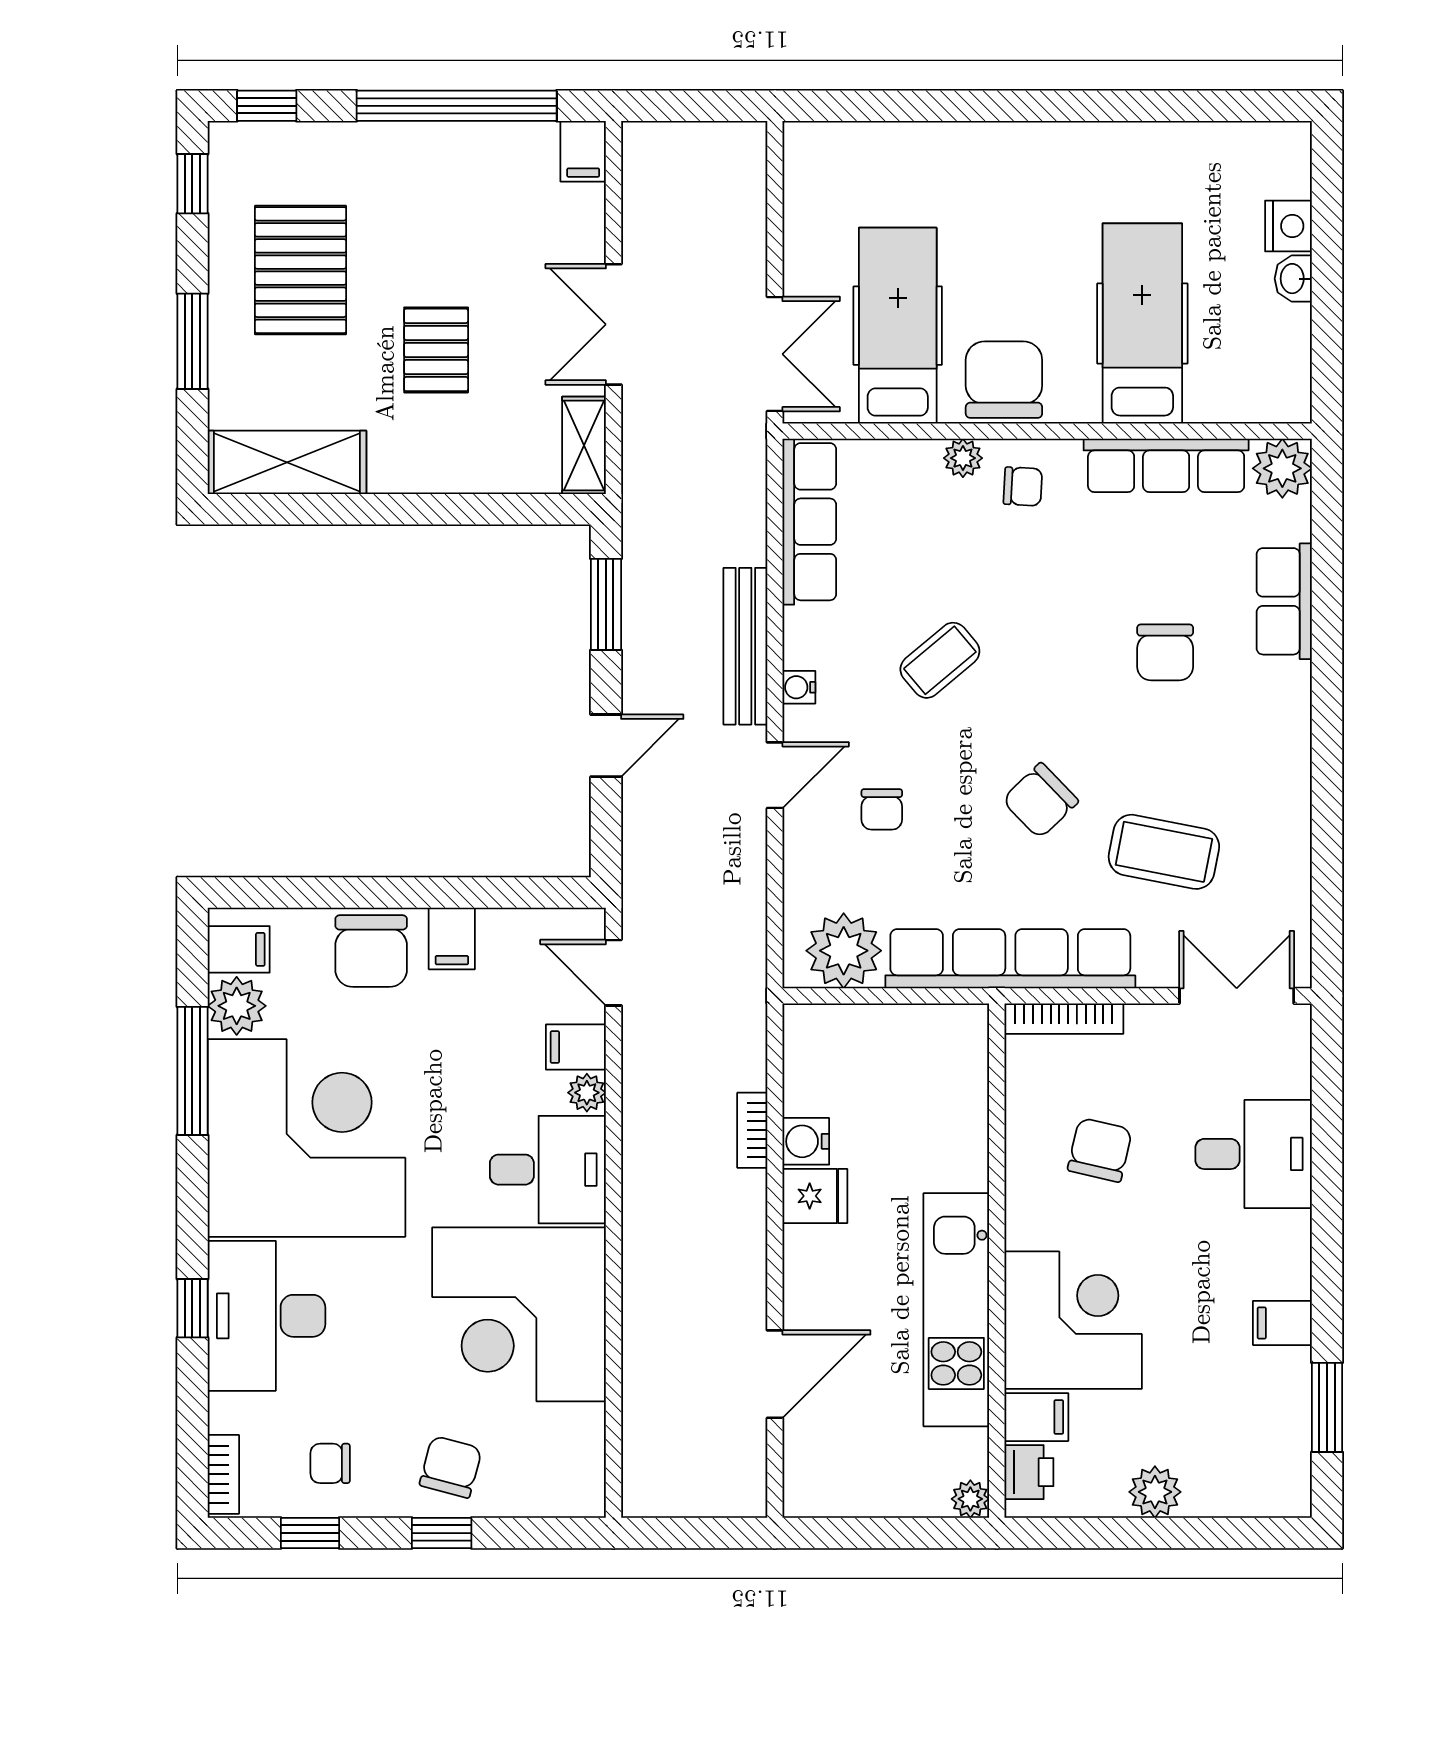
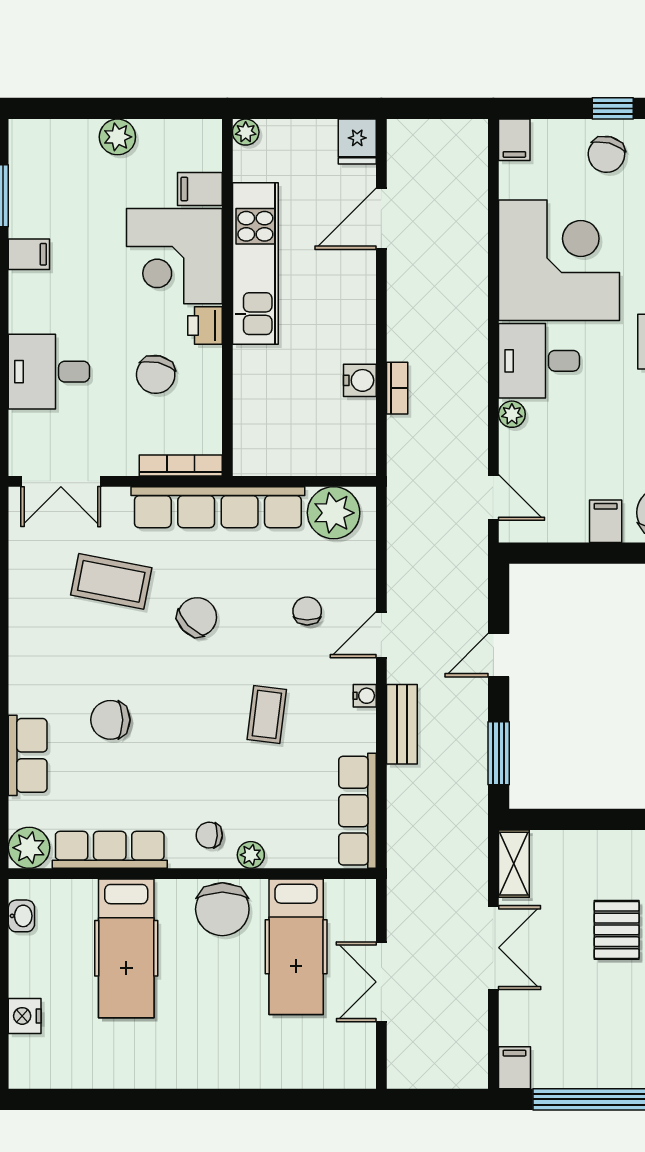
washbasin: (1293, 279) -> (21, 916), moved
double door: (775, 354) -> (381, 982), moved
bench: (745, 646) -> (402, 724), width x0.73
chair: (1165, 652) -> (110, 720), turned -90
coffee table: (940, 660) -> (267, 714), turned -43
filing cabinet: (576, 1047) -> (514, 140), moved, turned 90
fridge: (815, 1196) -> (357, 141), moved, turned -90
printer: (1029, 1472) -> (205, 326), moved

